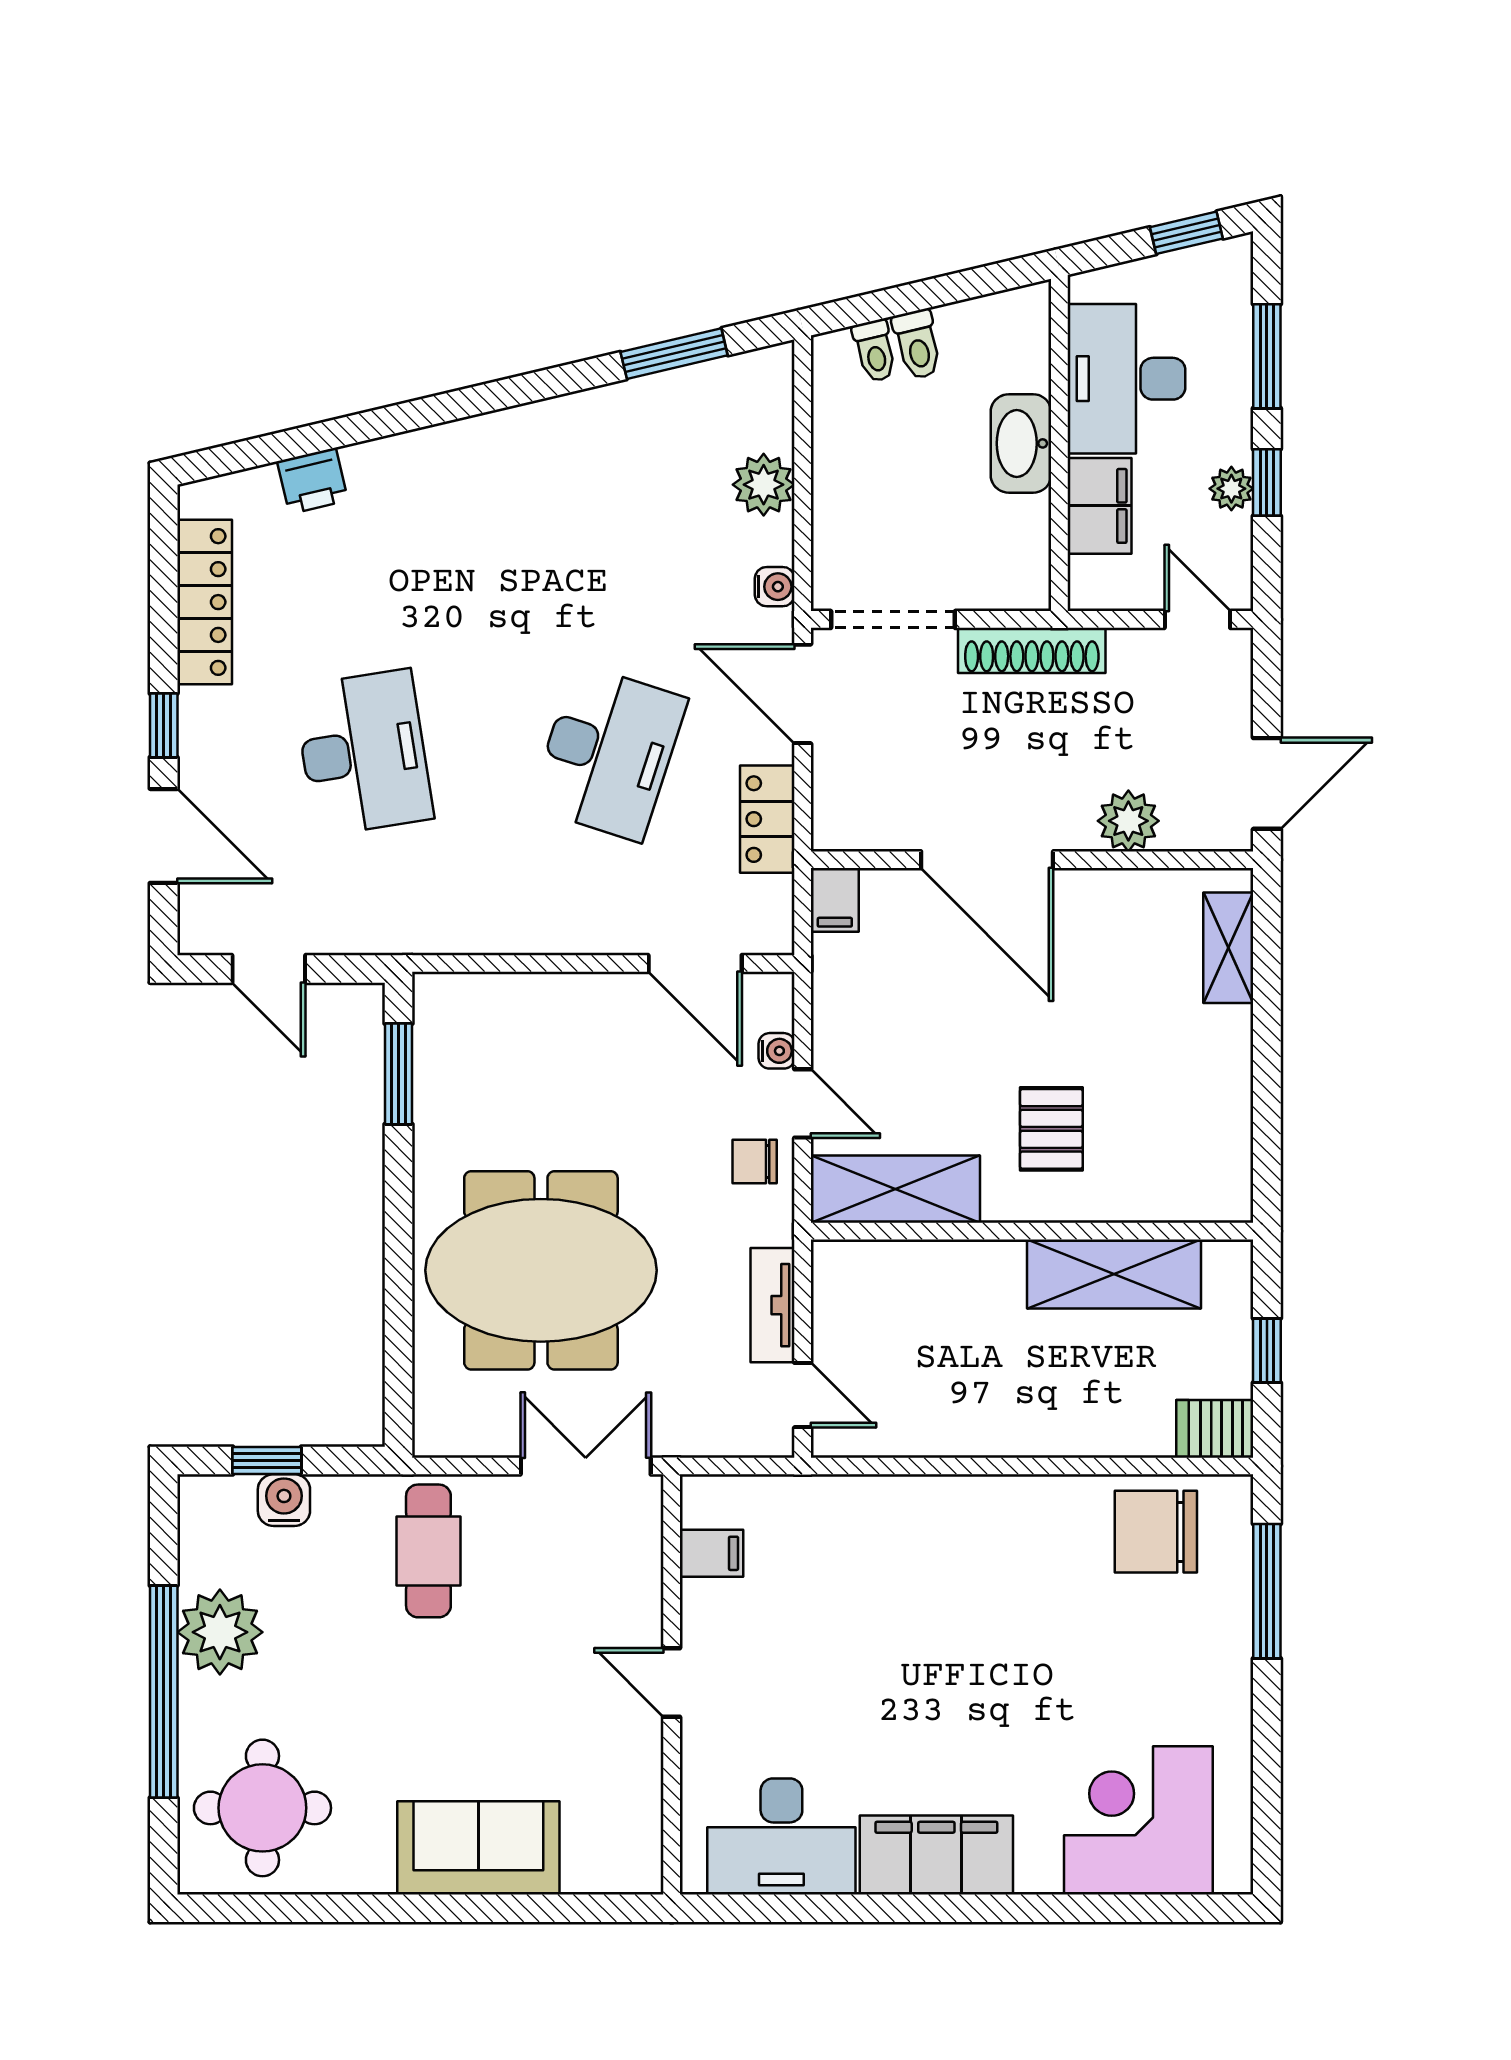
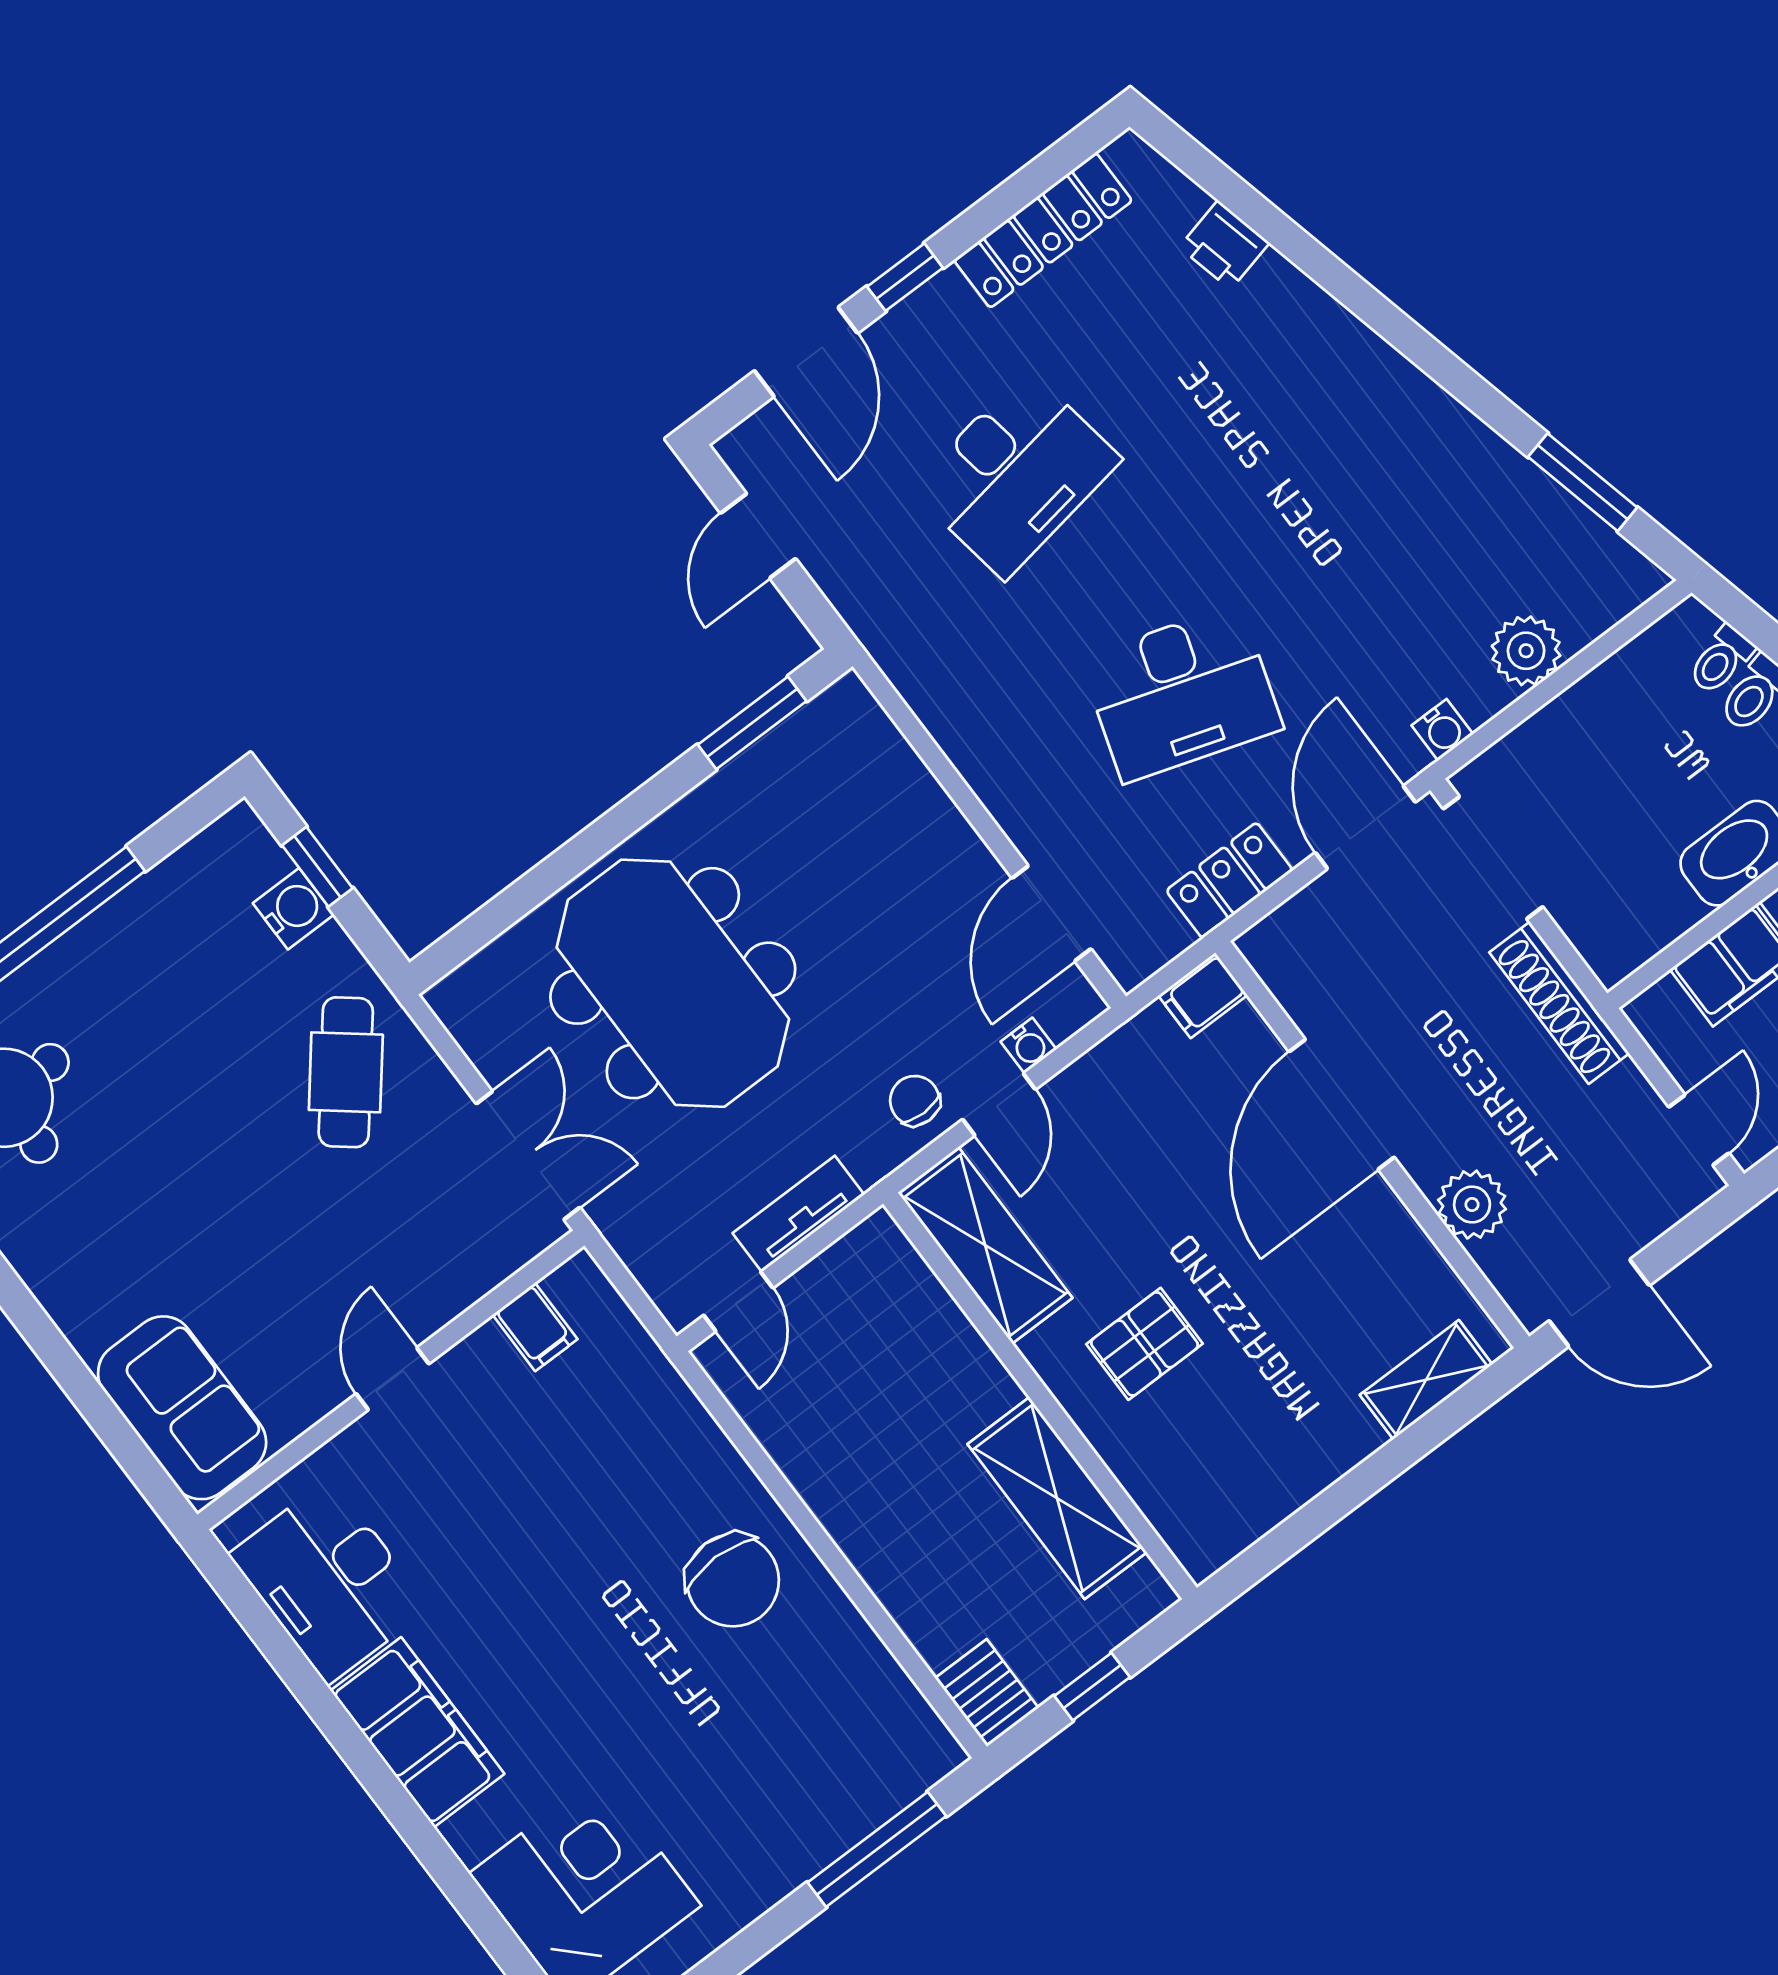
chair: (1156, 1532) -> (733, 1580), moved, turned 180
cafe table: (428, 1551) -> (346, 1072), turned -51
plant: (220, 1632) -> (132, 941), removed
sofa: (478, 1848) -> (182, 1408), moved

